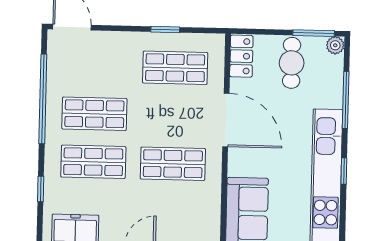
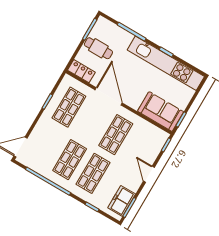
plant: (335, 45) -> (102, 22), removed
door: (226, 120) -> (109, 96), hinge flipped

